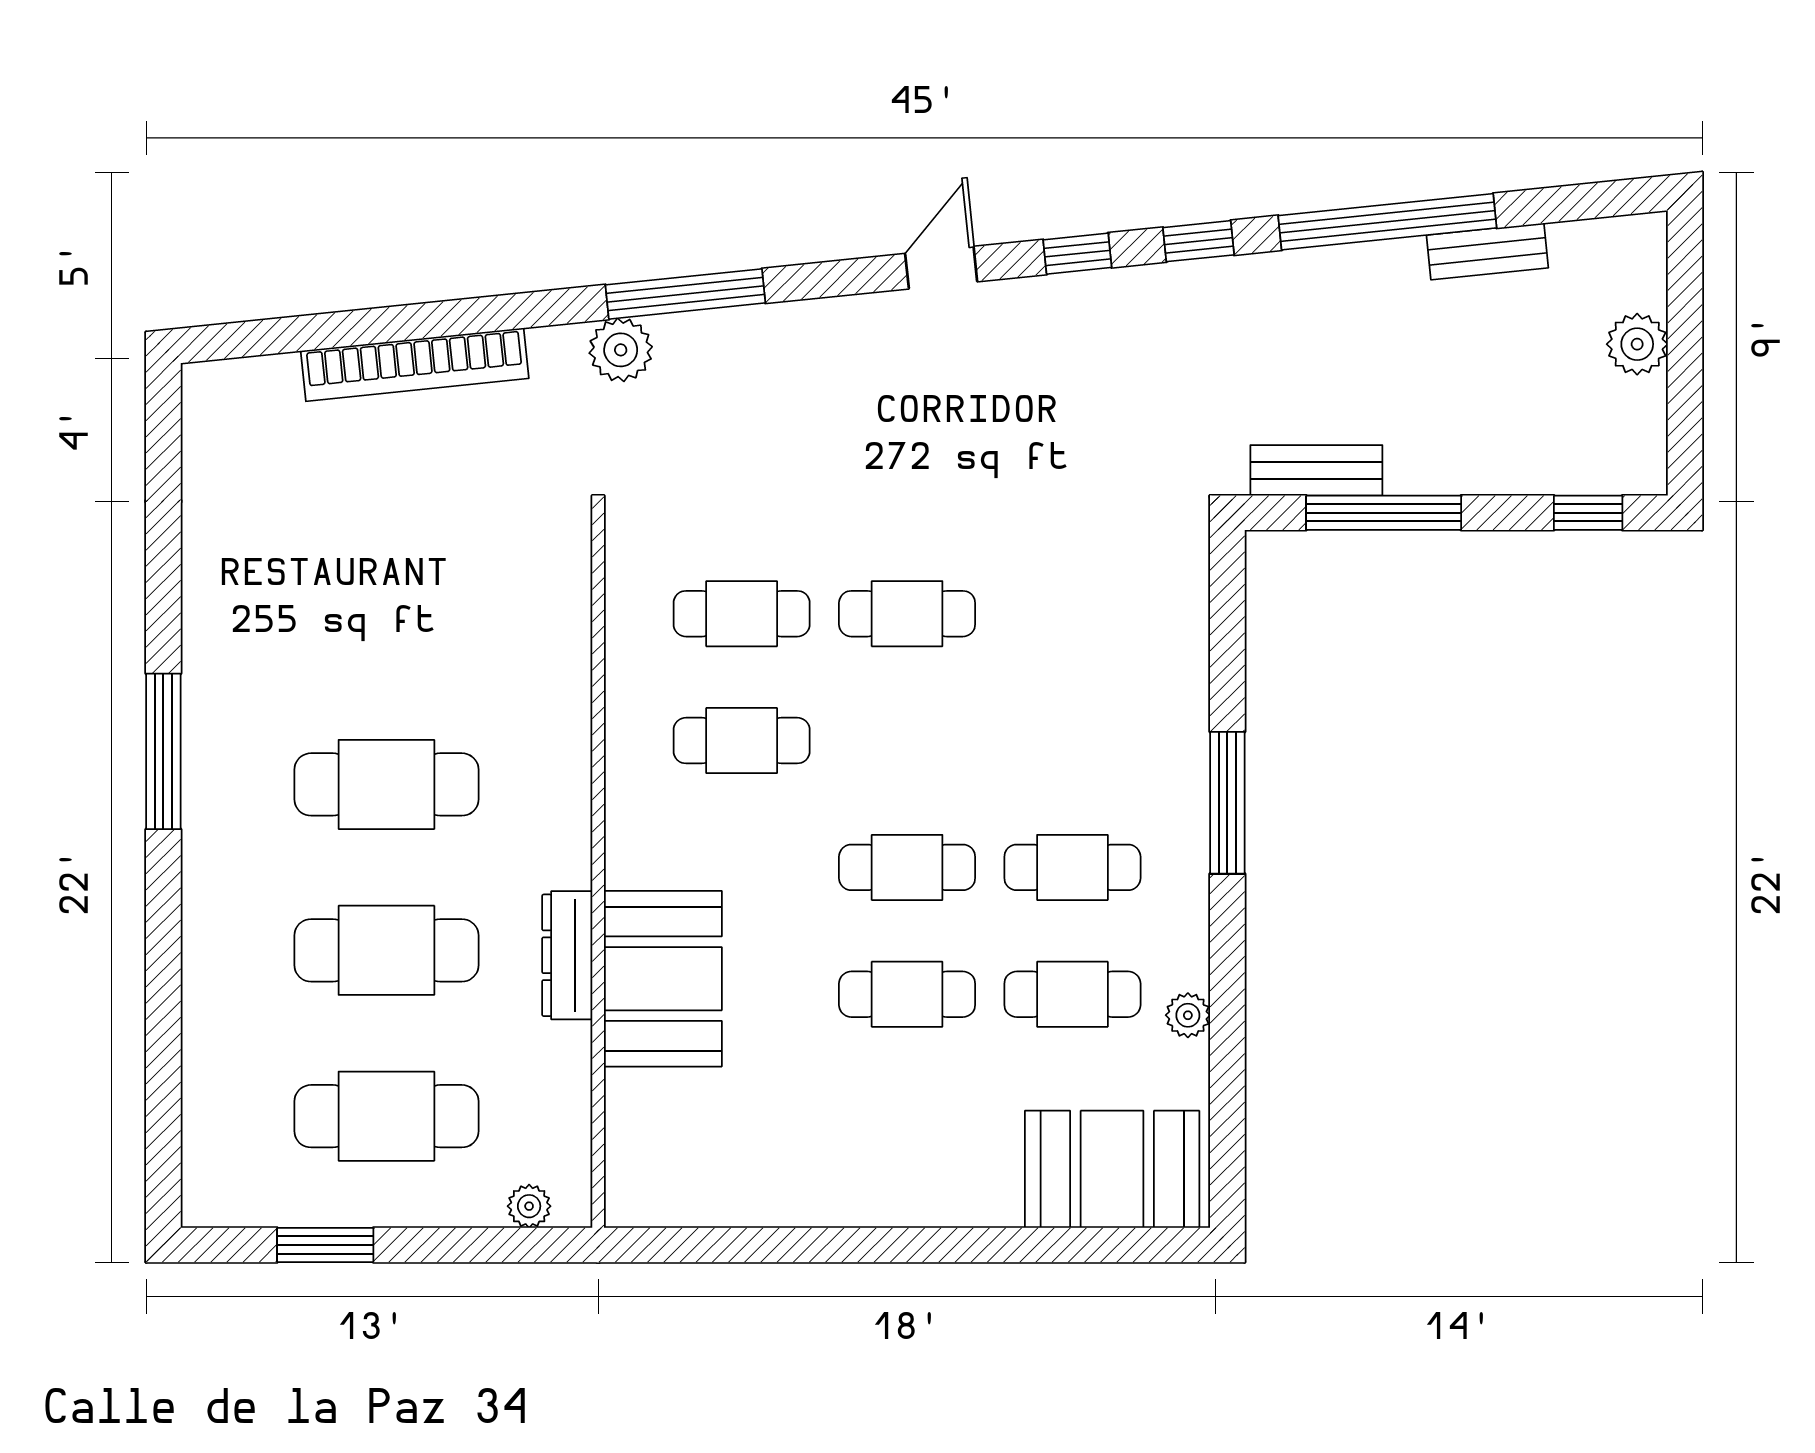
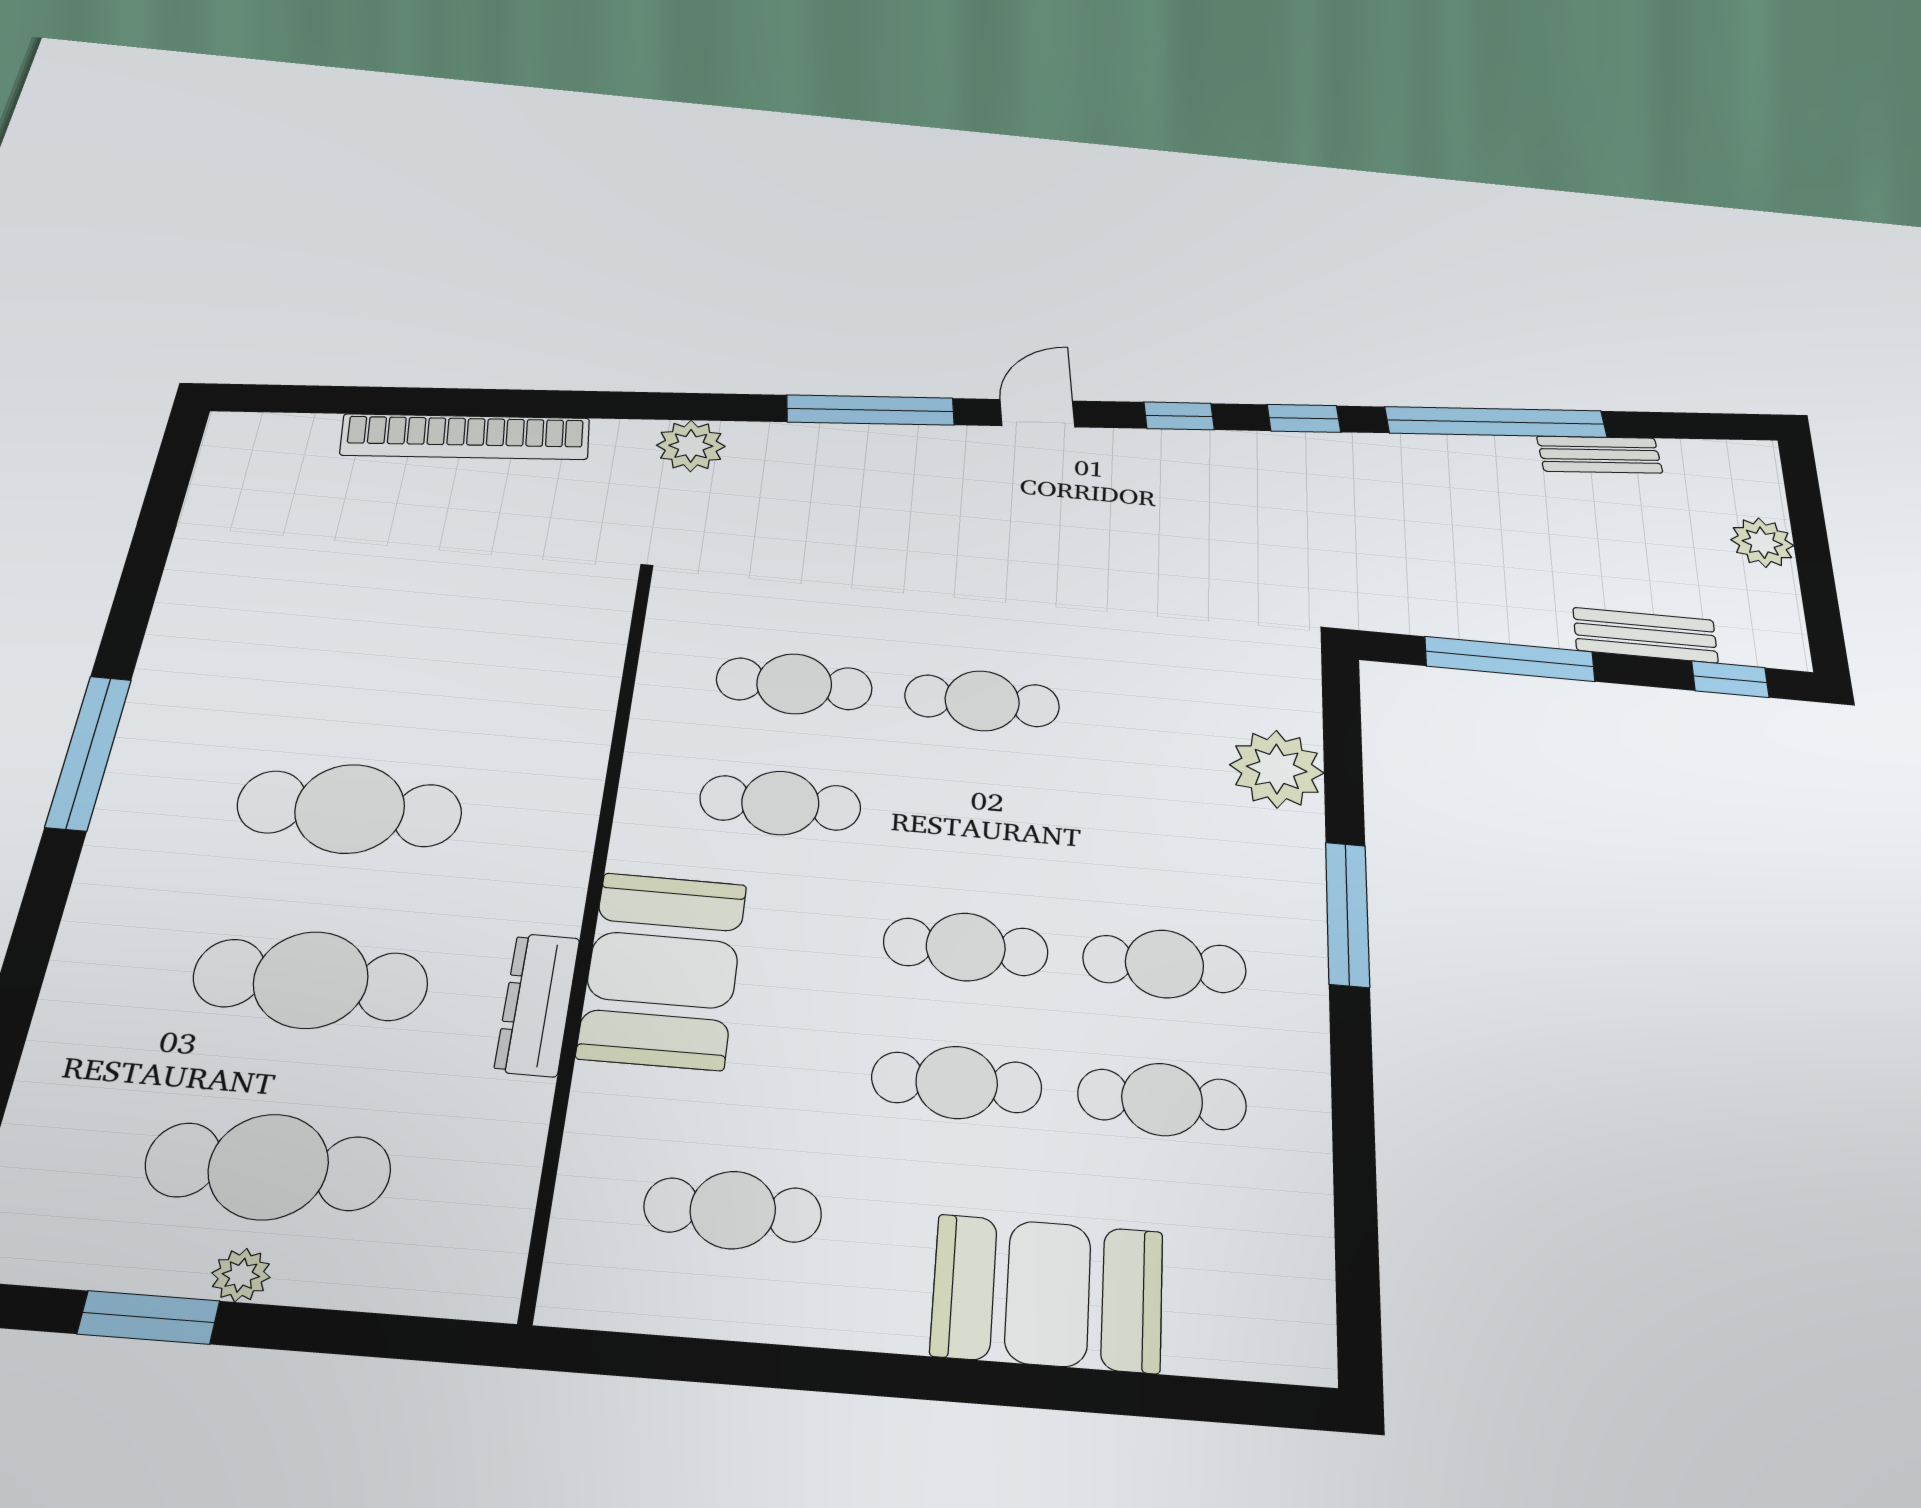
window: (685, 294) -> (870, 410), moved
bench: (1316, 470) -> (1645, 635), moved
booth: (663, 979) -> (663, 970), moved
plant: (1188, 1015) -> (1277, 769), moved, width x1.87, depth x1.87
cafe table: (742, 1121) -> (733, 1210), added
booth: (1112, 1169) -> (1048, 1293), moved
plant: (529, 1206) -> (241, 1275), moved

